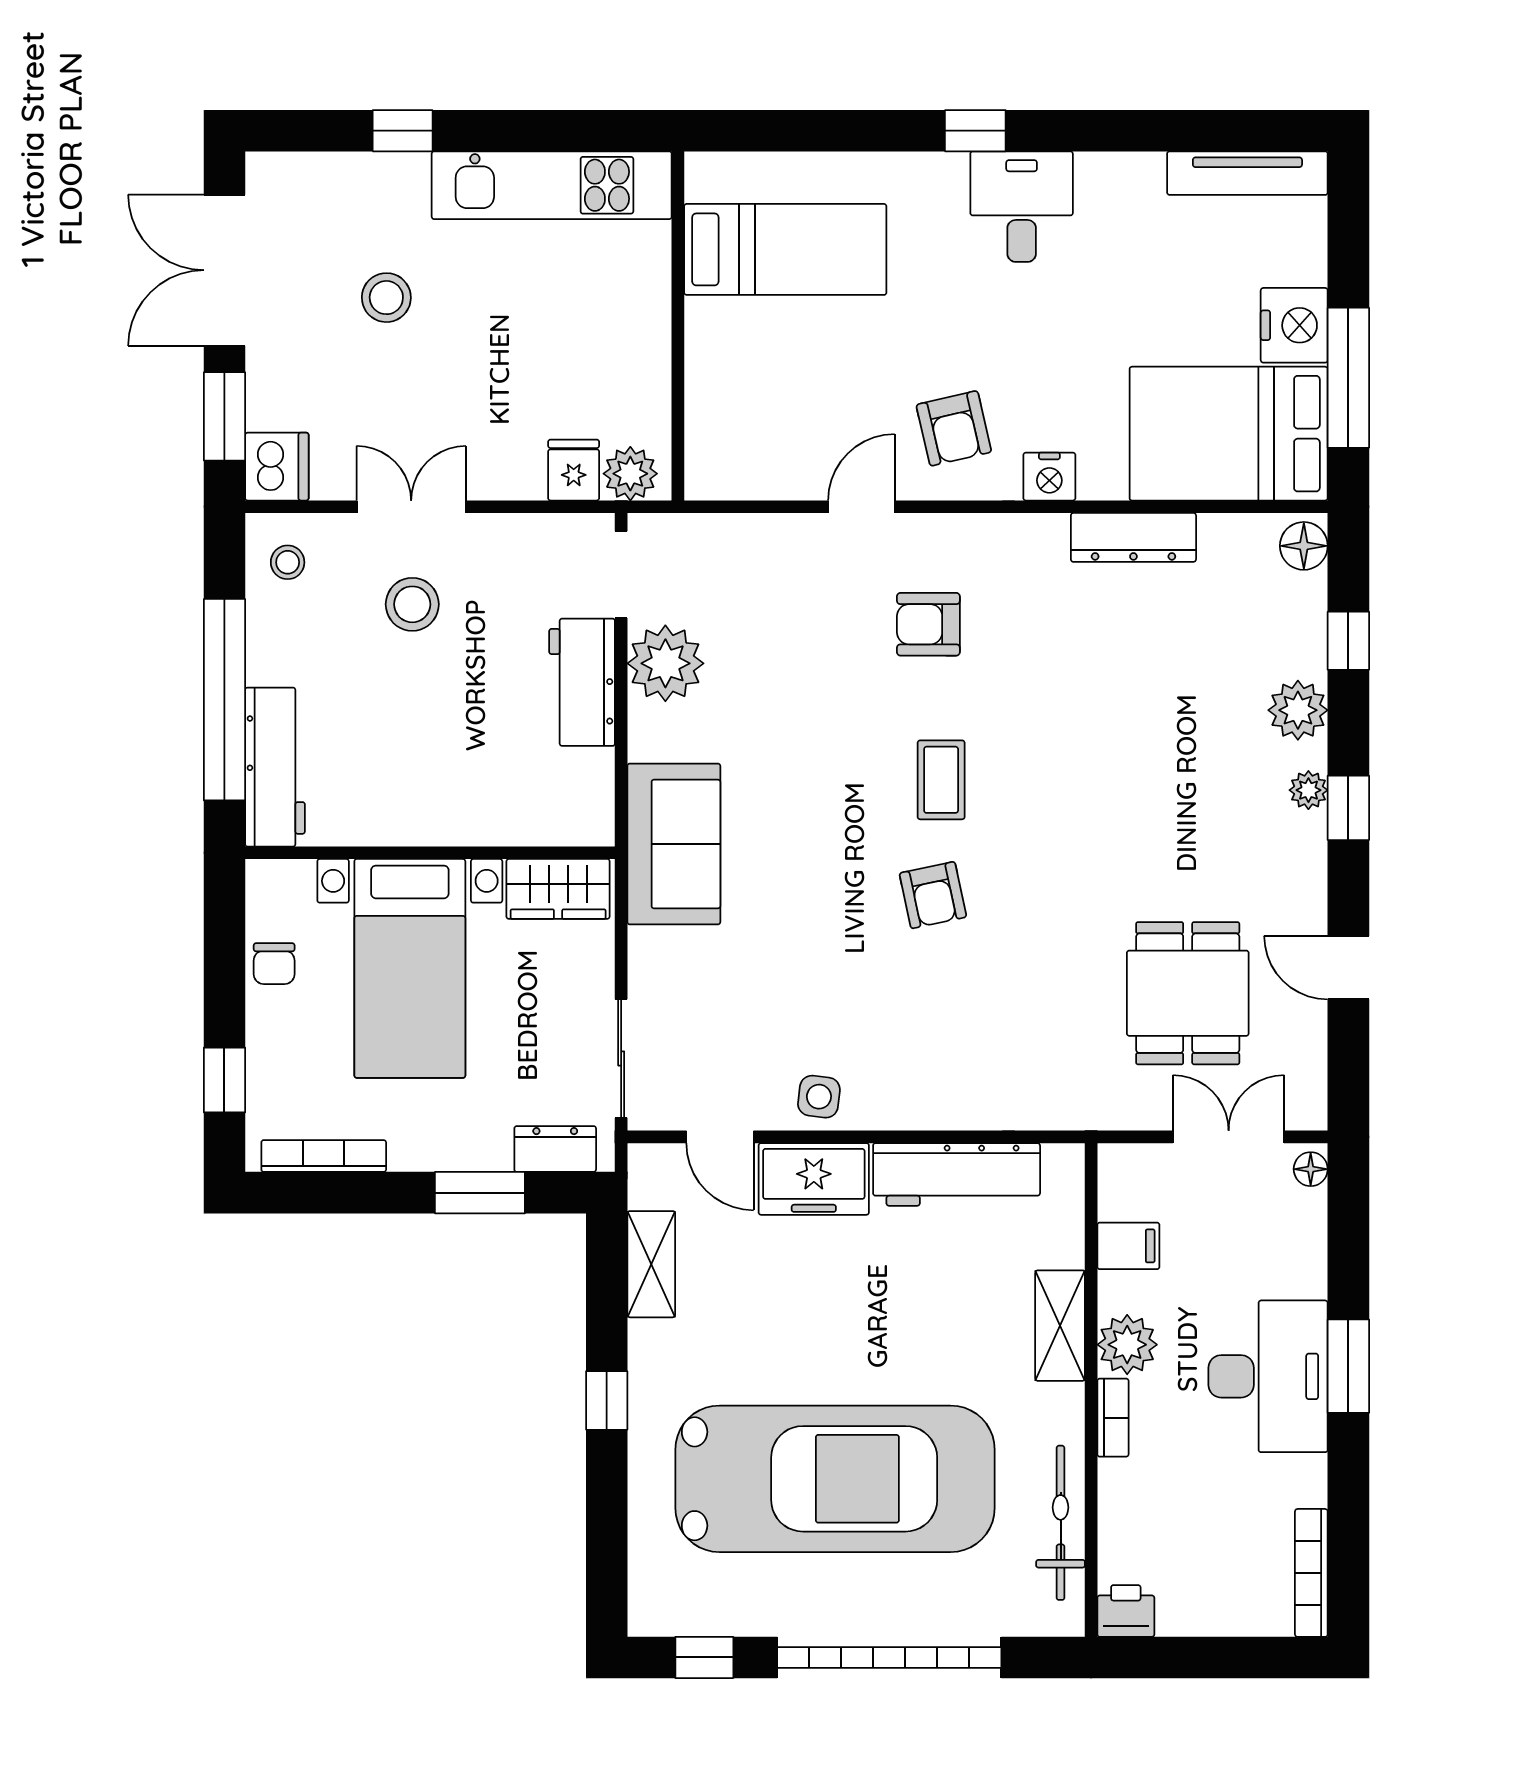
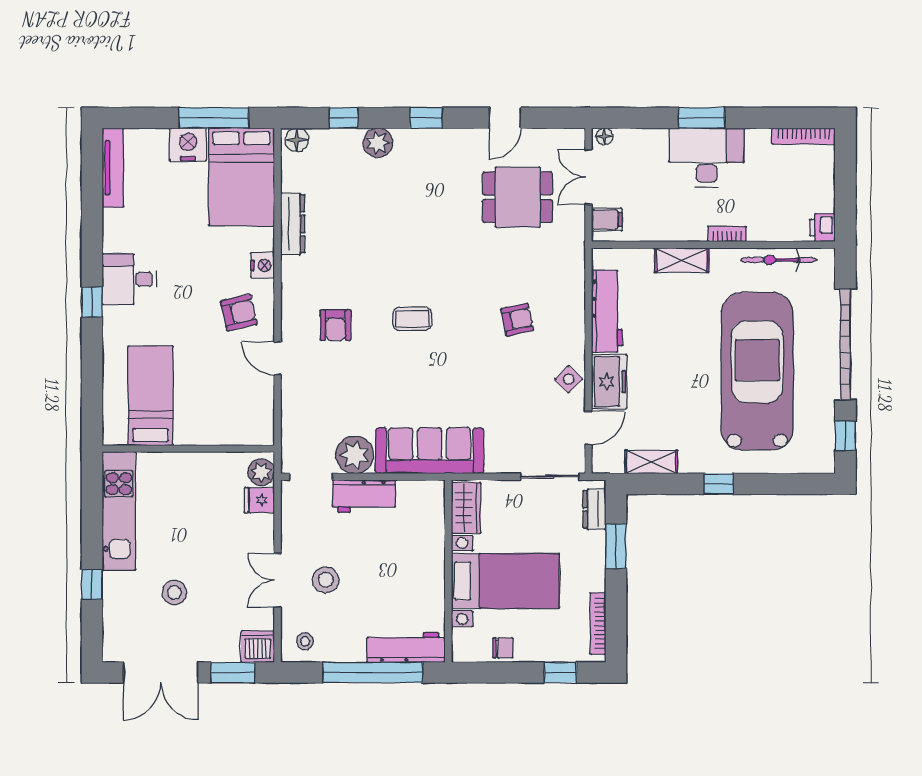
plant: (1308, 790) -> (417, 138), removed
sofa: (674, 844) -> (430, 451), width x1.36
armchair: (933, 895) -> (517, 320), moved
side table: (819, 1097) -> (569, 379), turned 37
filing cabinet: (1128, 1246) -> (607, 219), moved, turned 90
plant: (1127, 1345) -> (691, 227), removed

